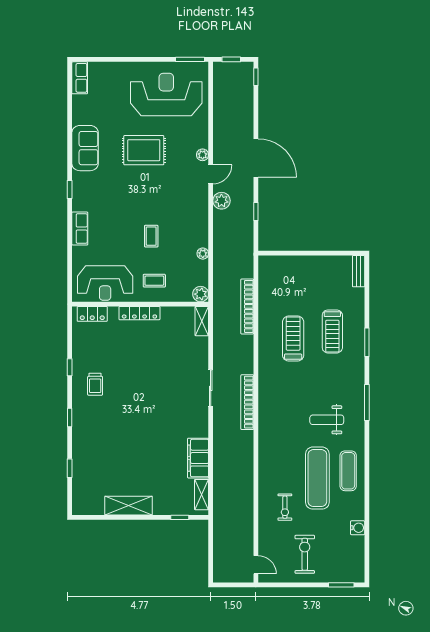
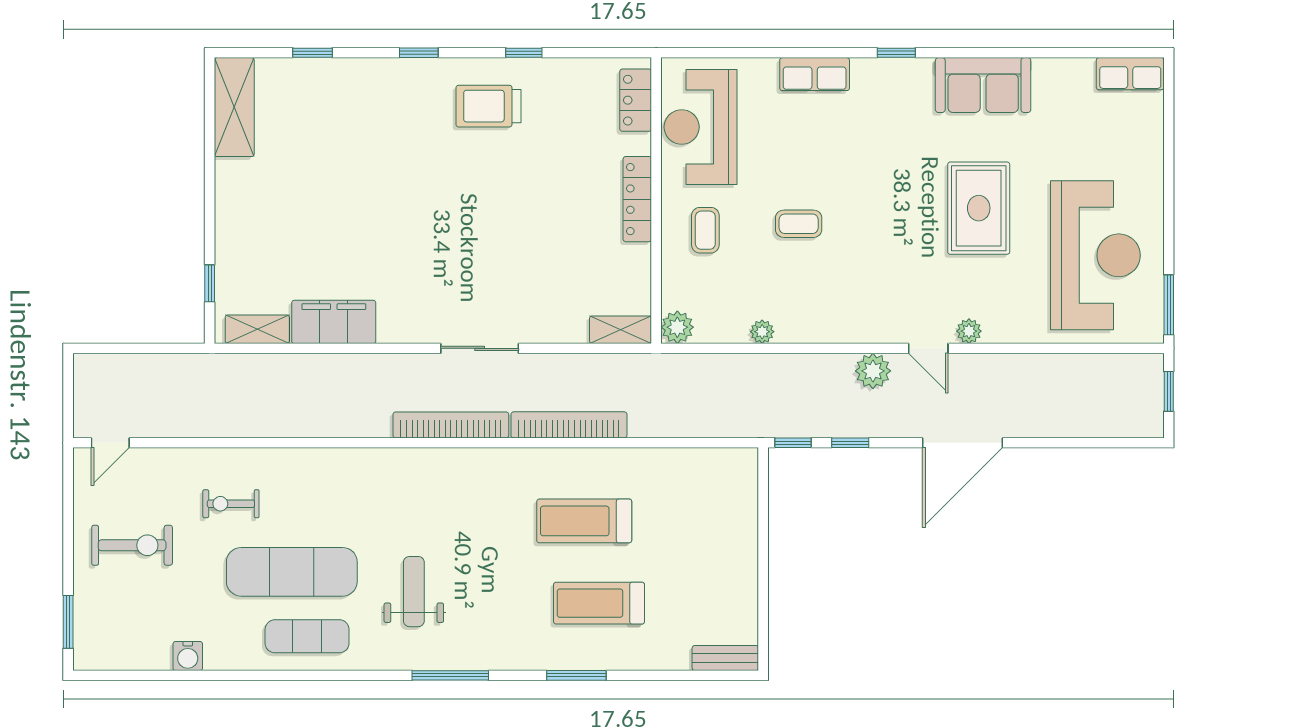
window: (256, 77) -> (793, 443), moved
bookcase: (247, 306) -> (569, 425), moved
treadmill: (293, 339) -> (584, 521), turned 180
trolley: (95, 384) -> (488, 106), width x1.36, depth x1.39
shelving: (129, 506) -> (234, 107), moved

